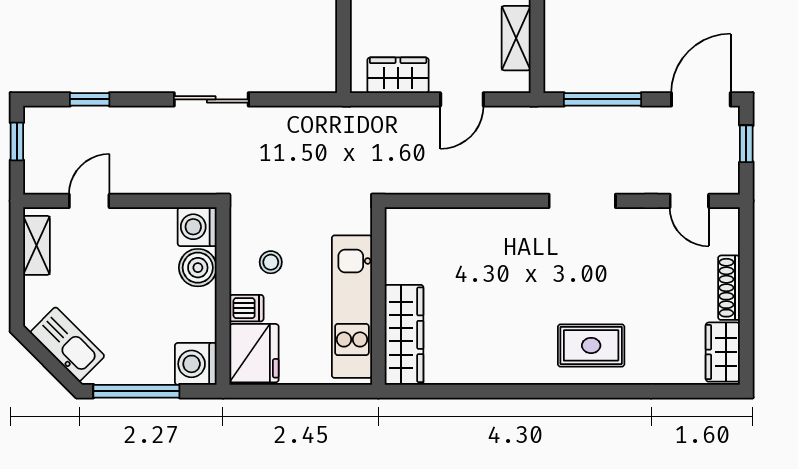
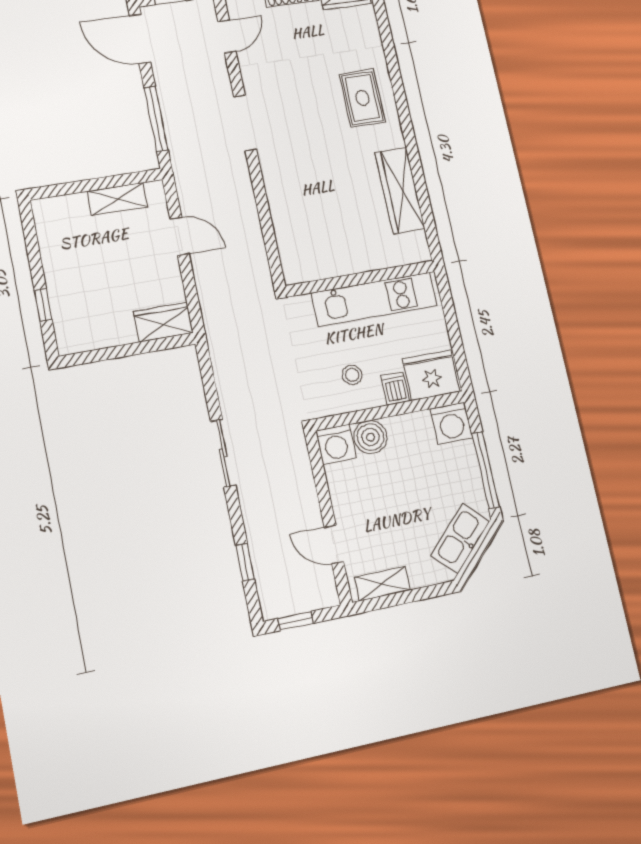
wardrobe: (398, 75) -> (163, 322), moved, turned 90
wardrobe: (404, 335) -> (400, 191), moved, turned -90

